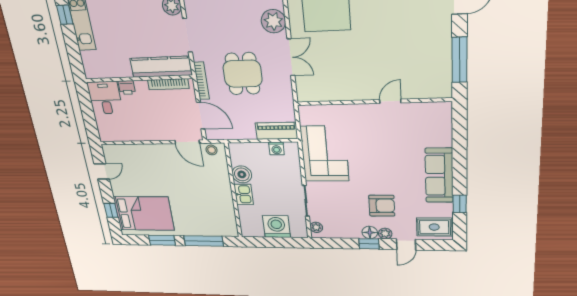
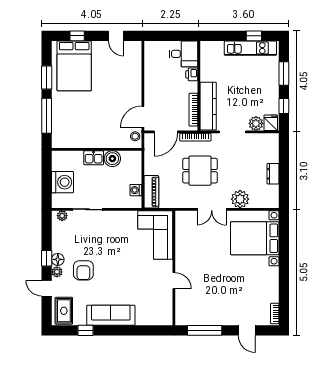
corner sofa: (324, 154) -> (155, 235), moved, turned 90

